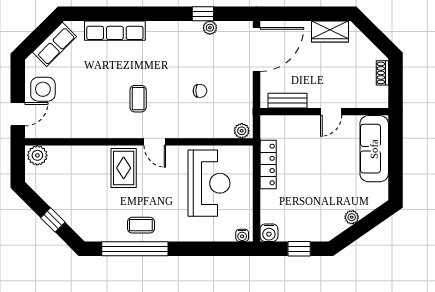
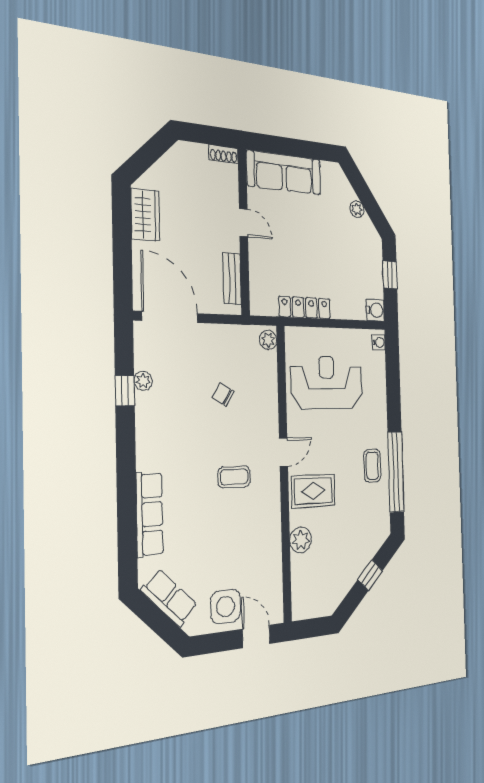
shoe rack: (382, 73) -> (224, 154), moved
chair: (200, 91) -> (223, 394), turned -59
plant: (37, 155) -> (301, 540), moved

